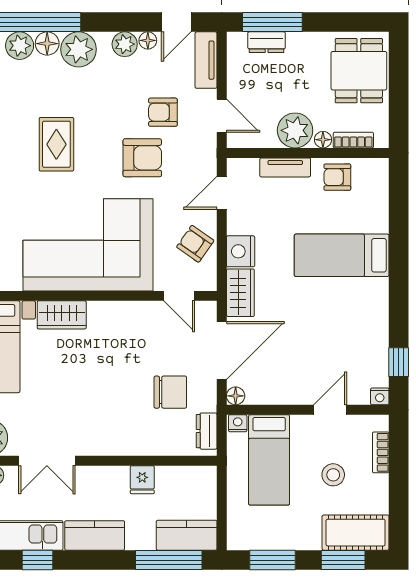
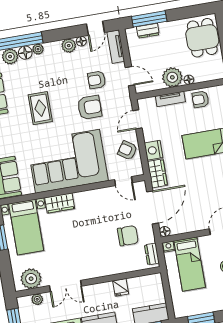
plant: (79, 49) -> (38, 49), width x0.53, depth x0.53
bookcase: (353, 140) -> (206, 77), removed

